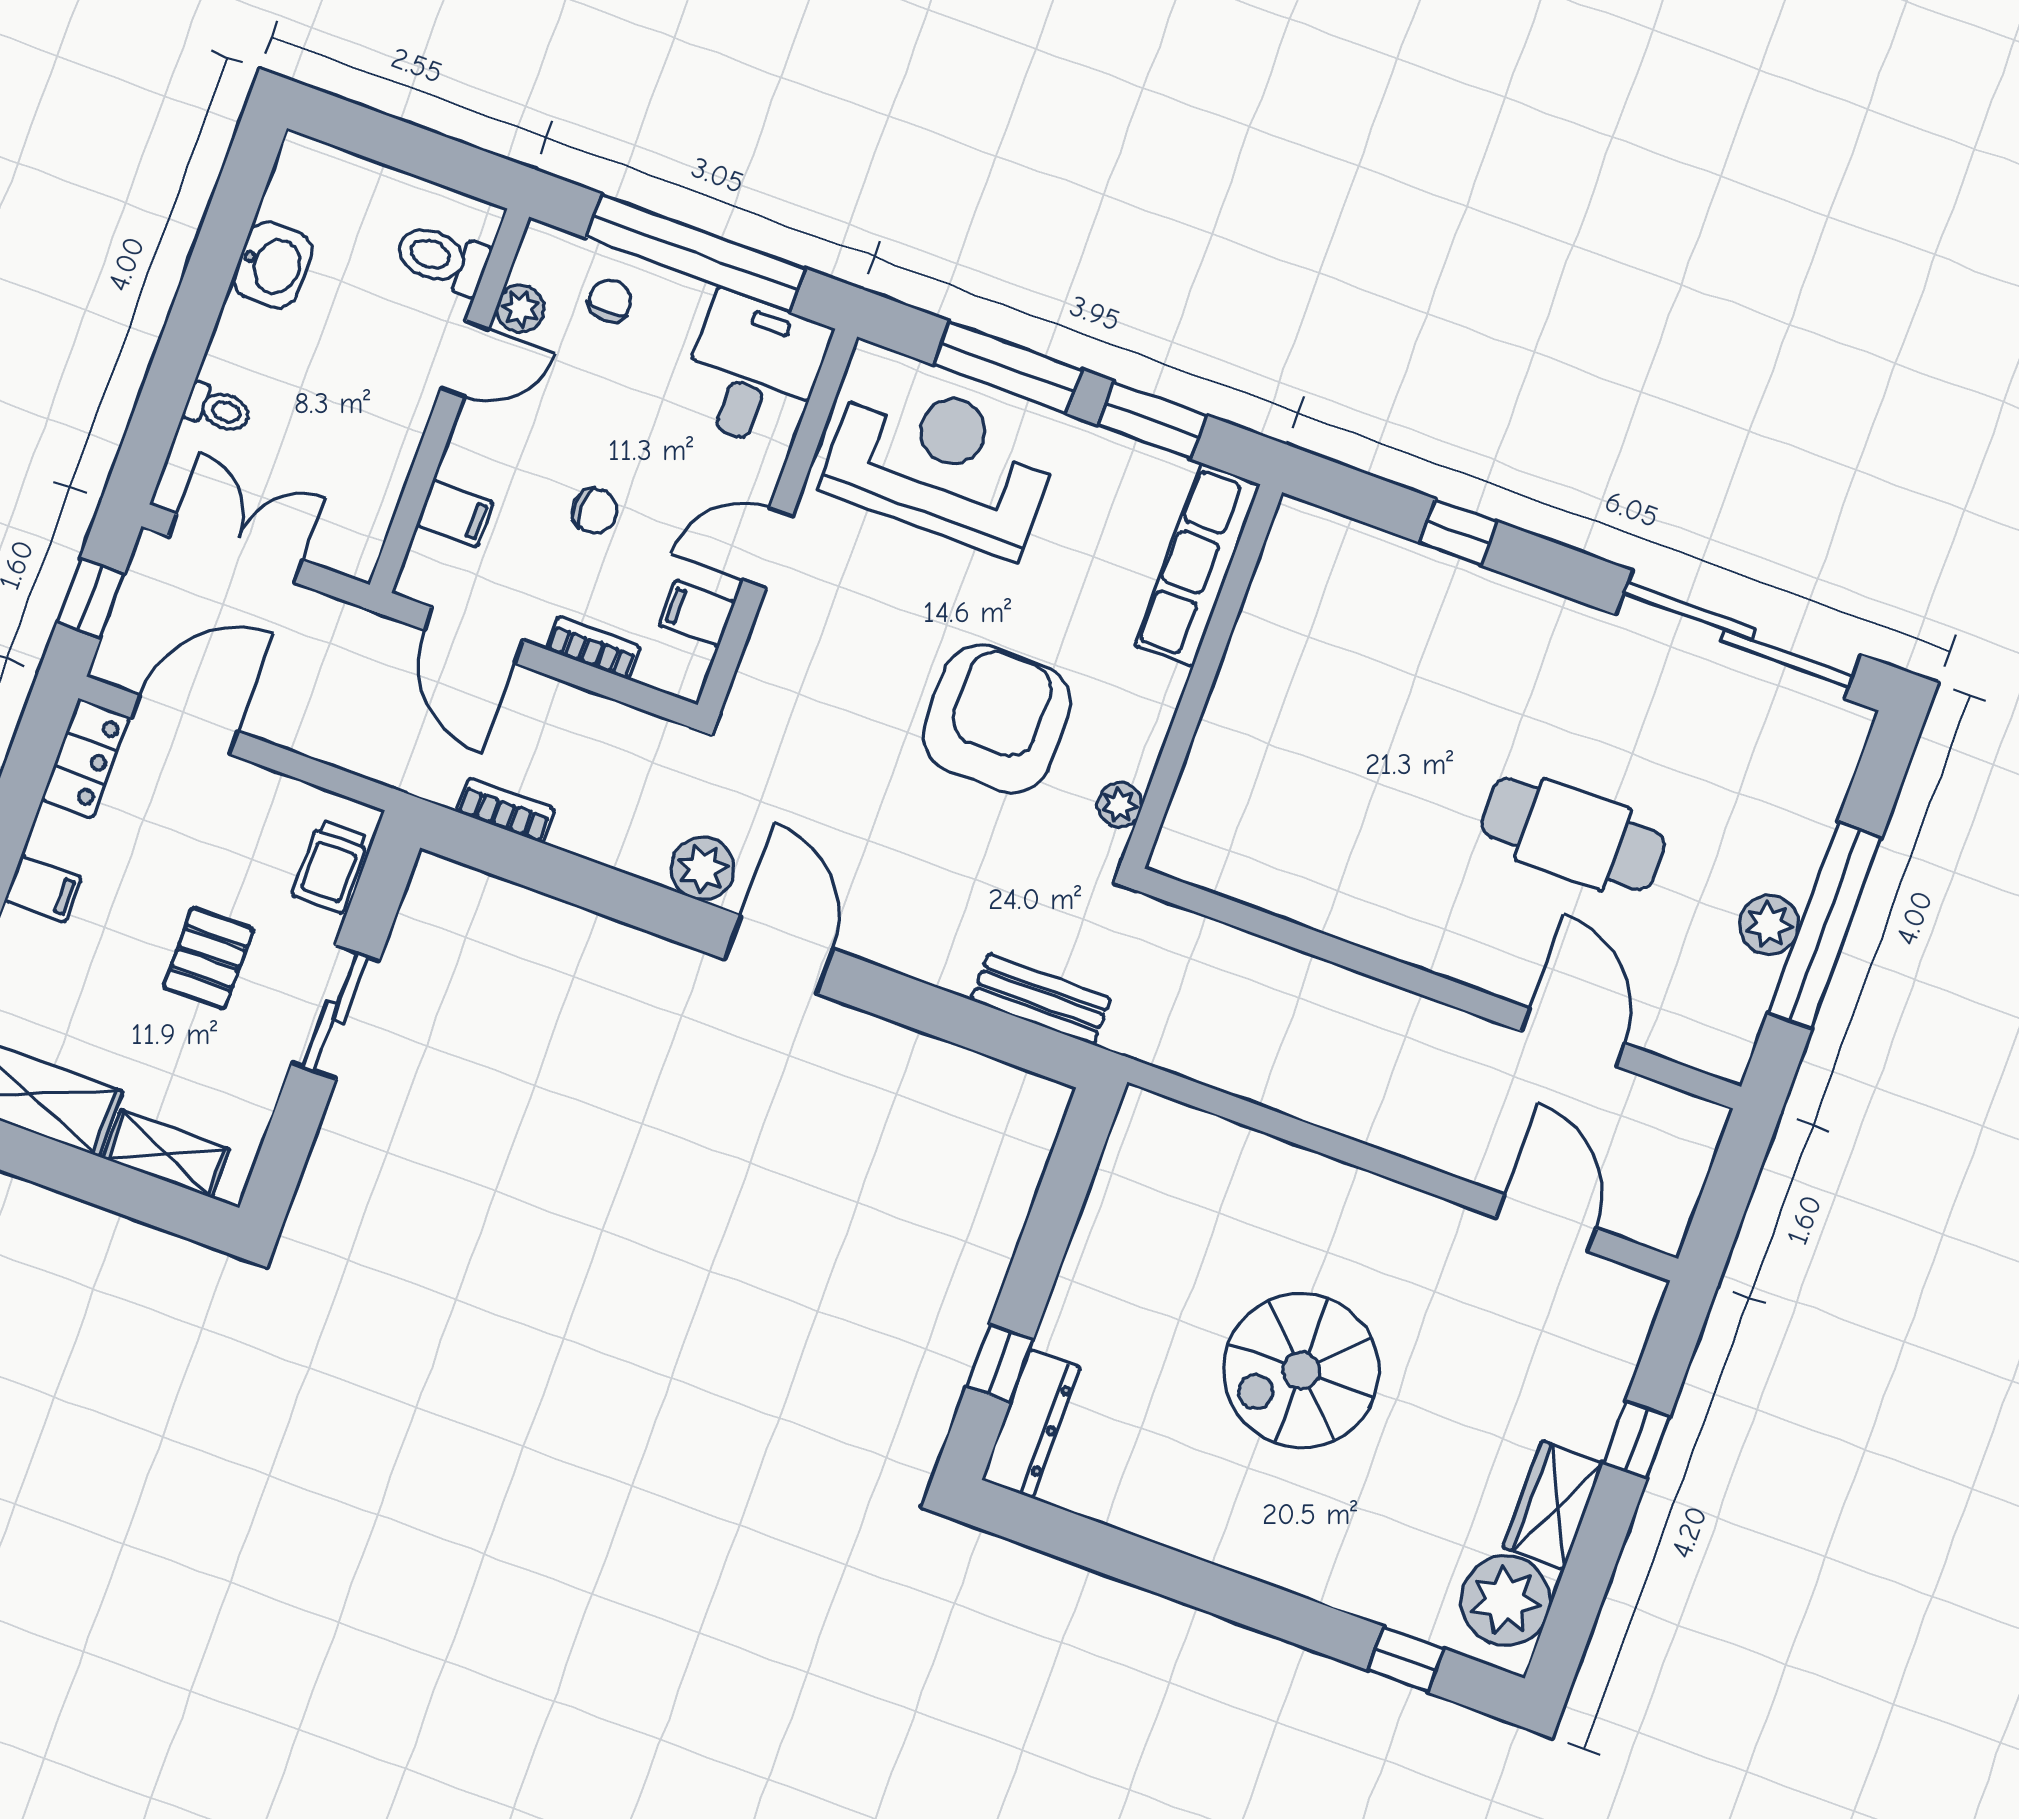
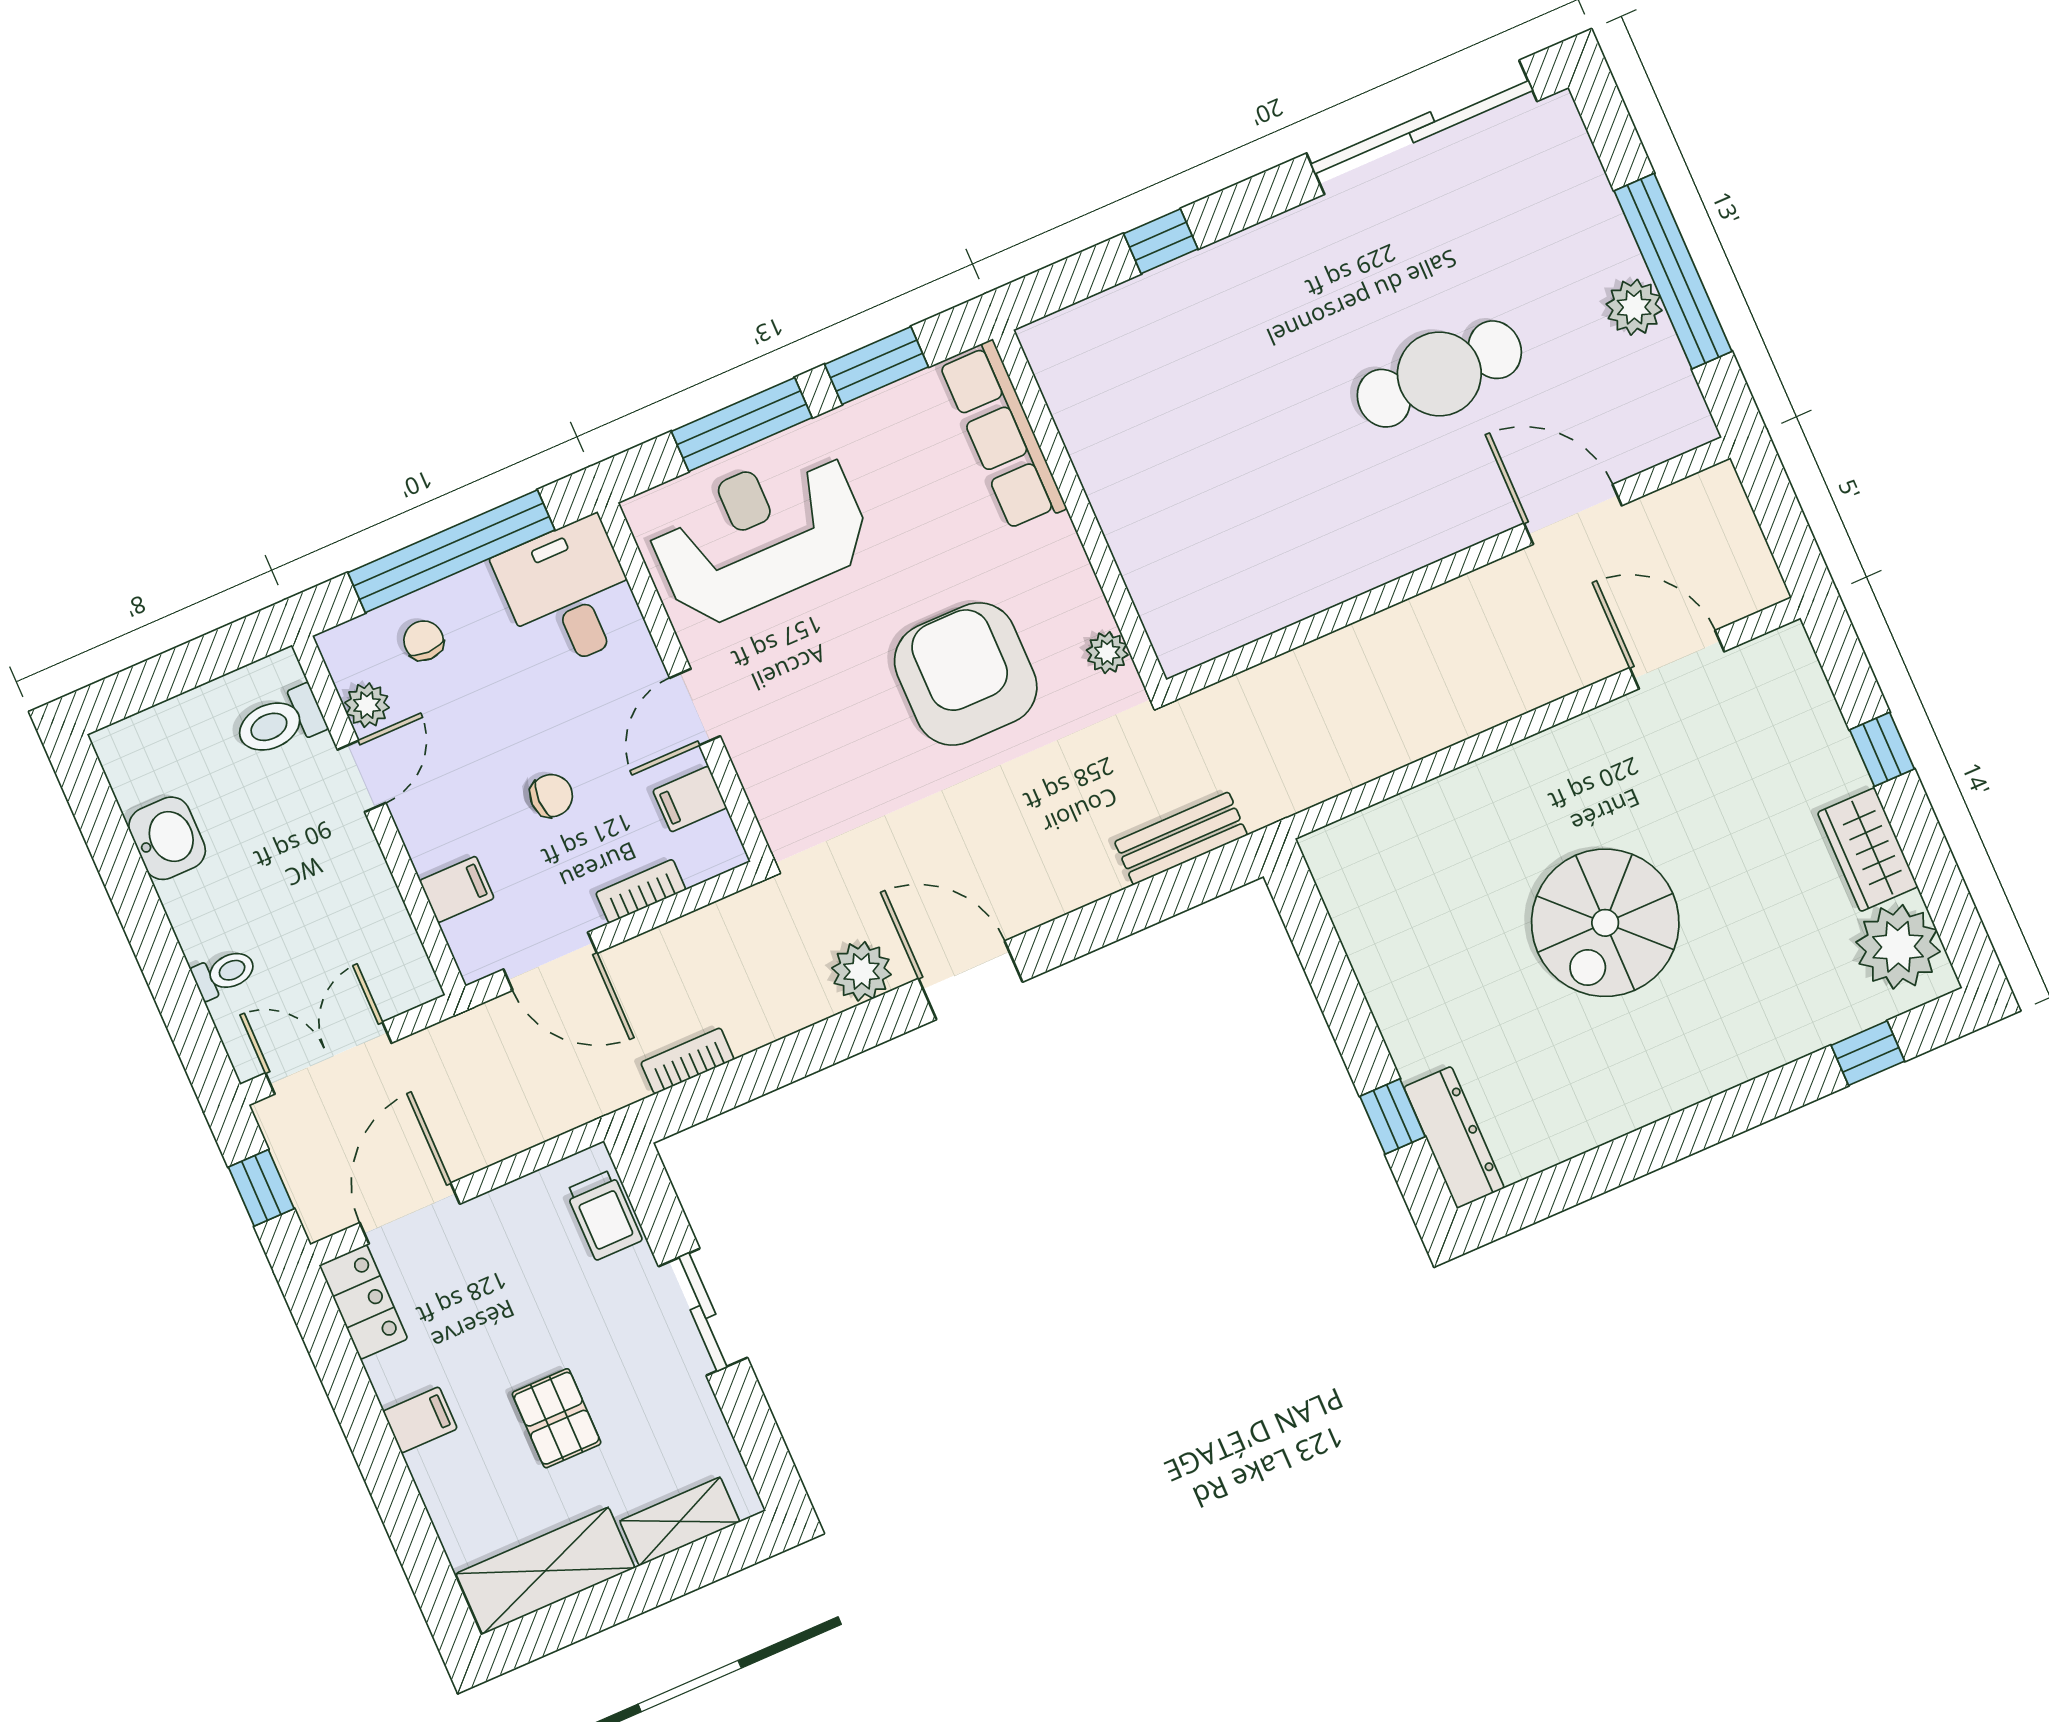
pallet: (208, 958) -> (557, 1418), moved

